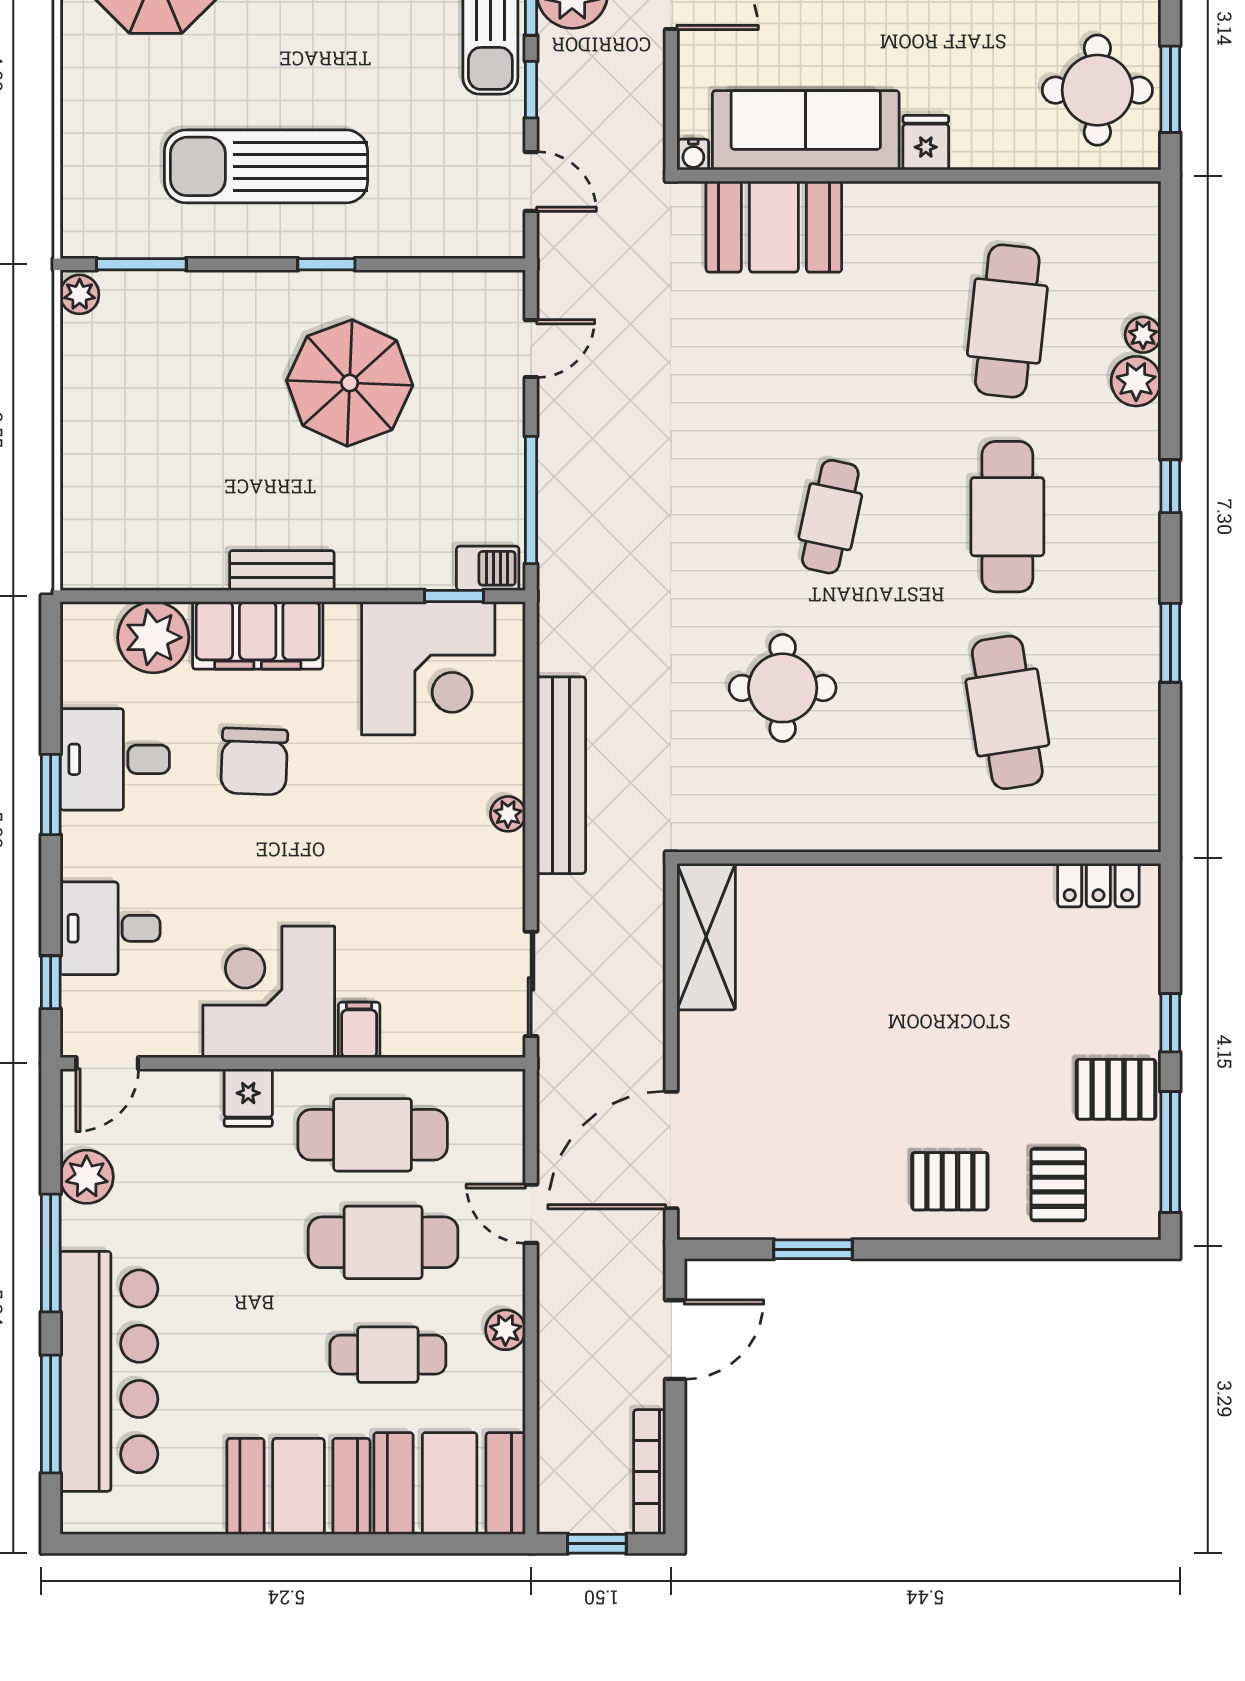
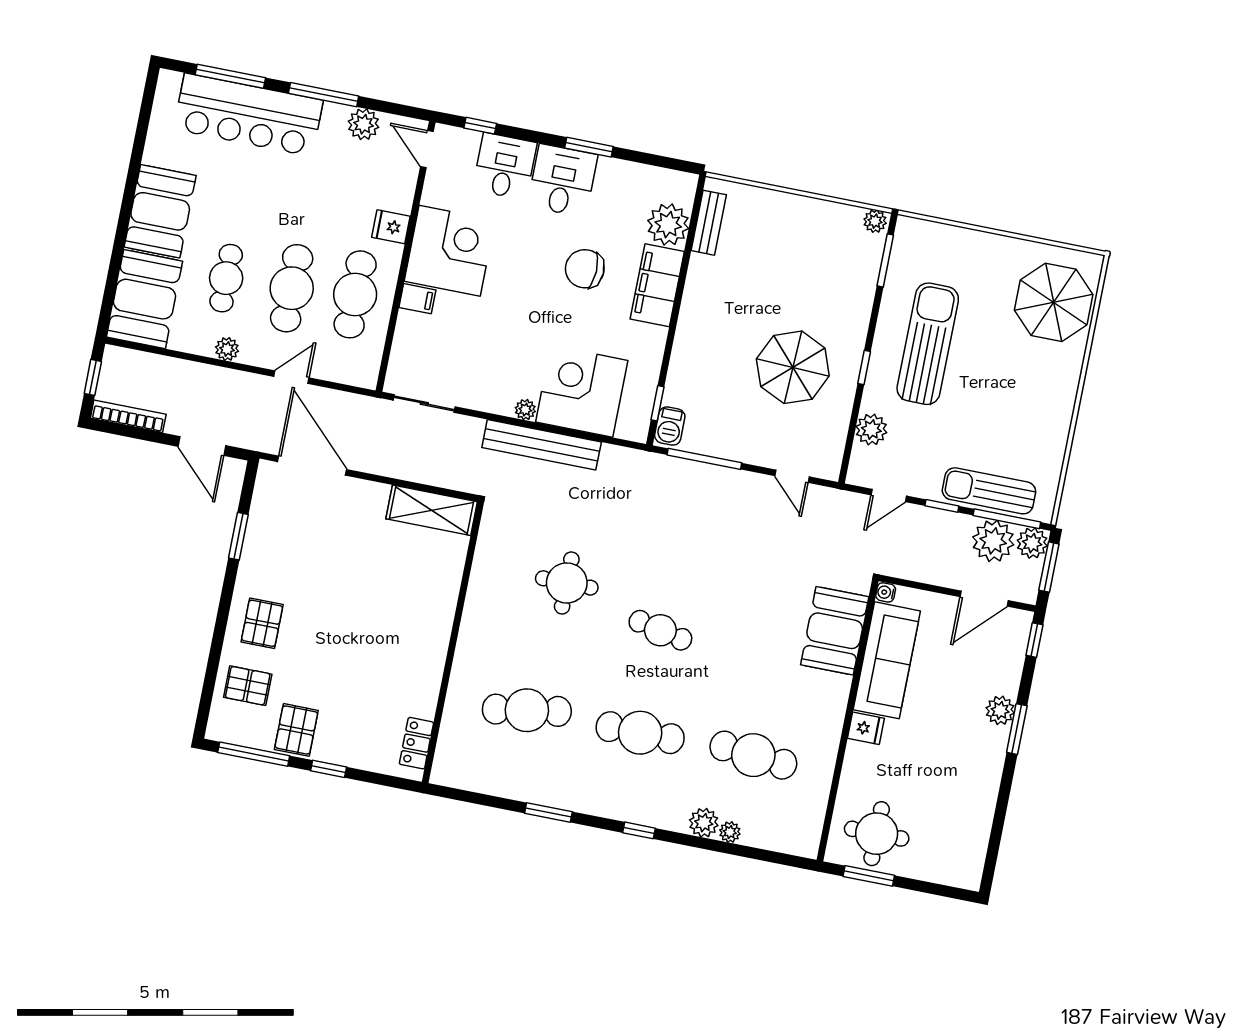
plant: (427, 232) -> (871, 430), added
bench: (282, 570) -> (709, 223), moved
corner desk: (428, 668) -> (582, 391), moved, turned 90
desk: (115, 759) -> (563, 180), moved

